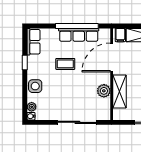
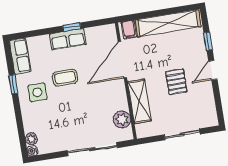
window: (77, 26) -> (72, 27), width x0.32
row of seats: (79, 35) -> (68, 39), width x0.68
side table: (35, 86) -> (37, 92), moved
plant: (104, 91) -> (122, 119), moved

